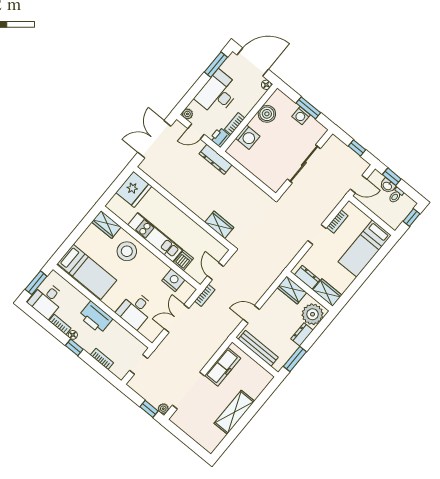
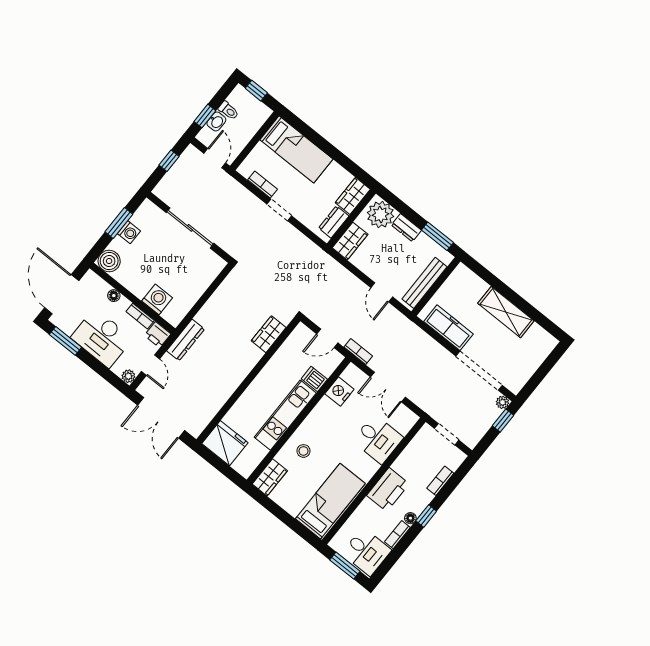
floor lamp: (266, 85) -> (114, 296), moved
boiler: (267, 114) -> (109, 261), moved
stool: (127, 251) -> (303, 451), width x0.53, depth x0.53

